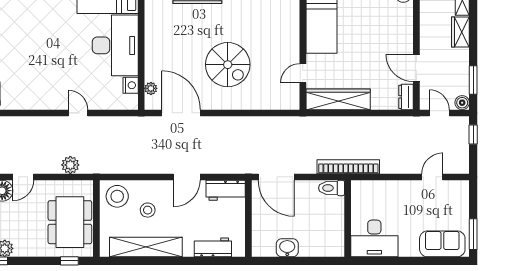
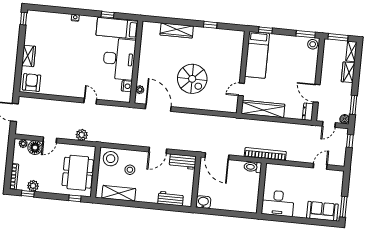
door: (439, 113) -> (329, 124), swing flipped
shelving: (146, 247) -> (119, 193), width x0.68
washbasin: (287, 248) -> (203, 202), moved

